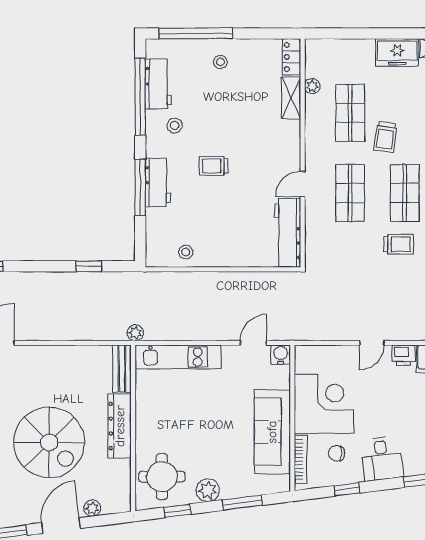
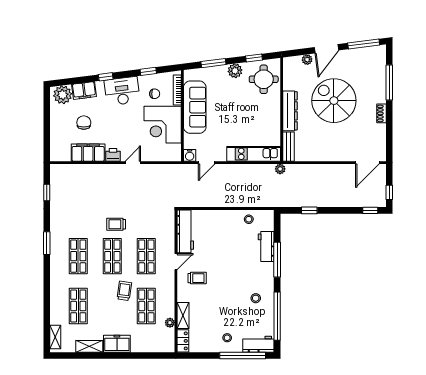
workbench: (158, 84) -> (258, 344), moved, turned 90
trolley: (214, 166) -> (197, 278), moved
workbench: (158, 182) -> (266, 247), moved
desk: (382, 459) -> (122, 91), width x1.37

